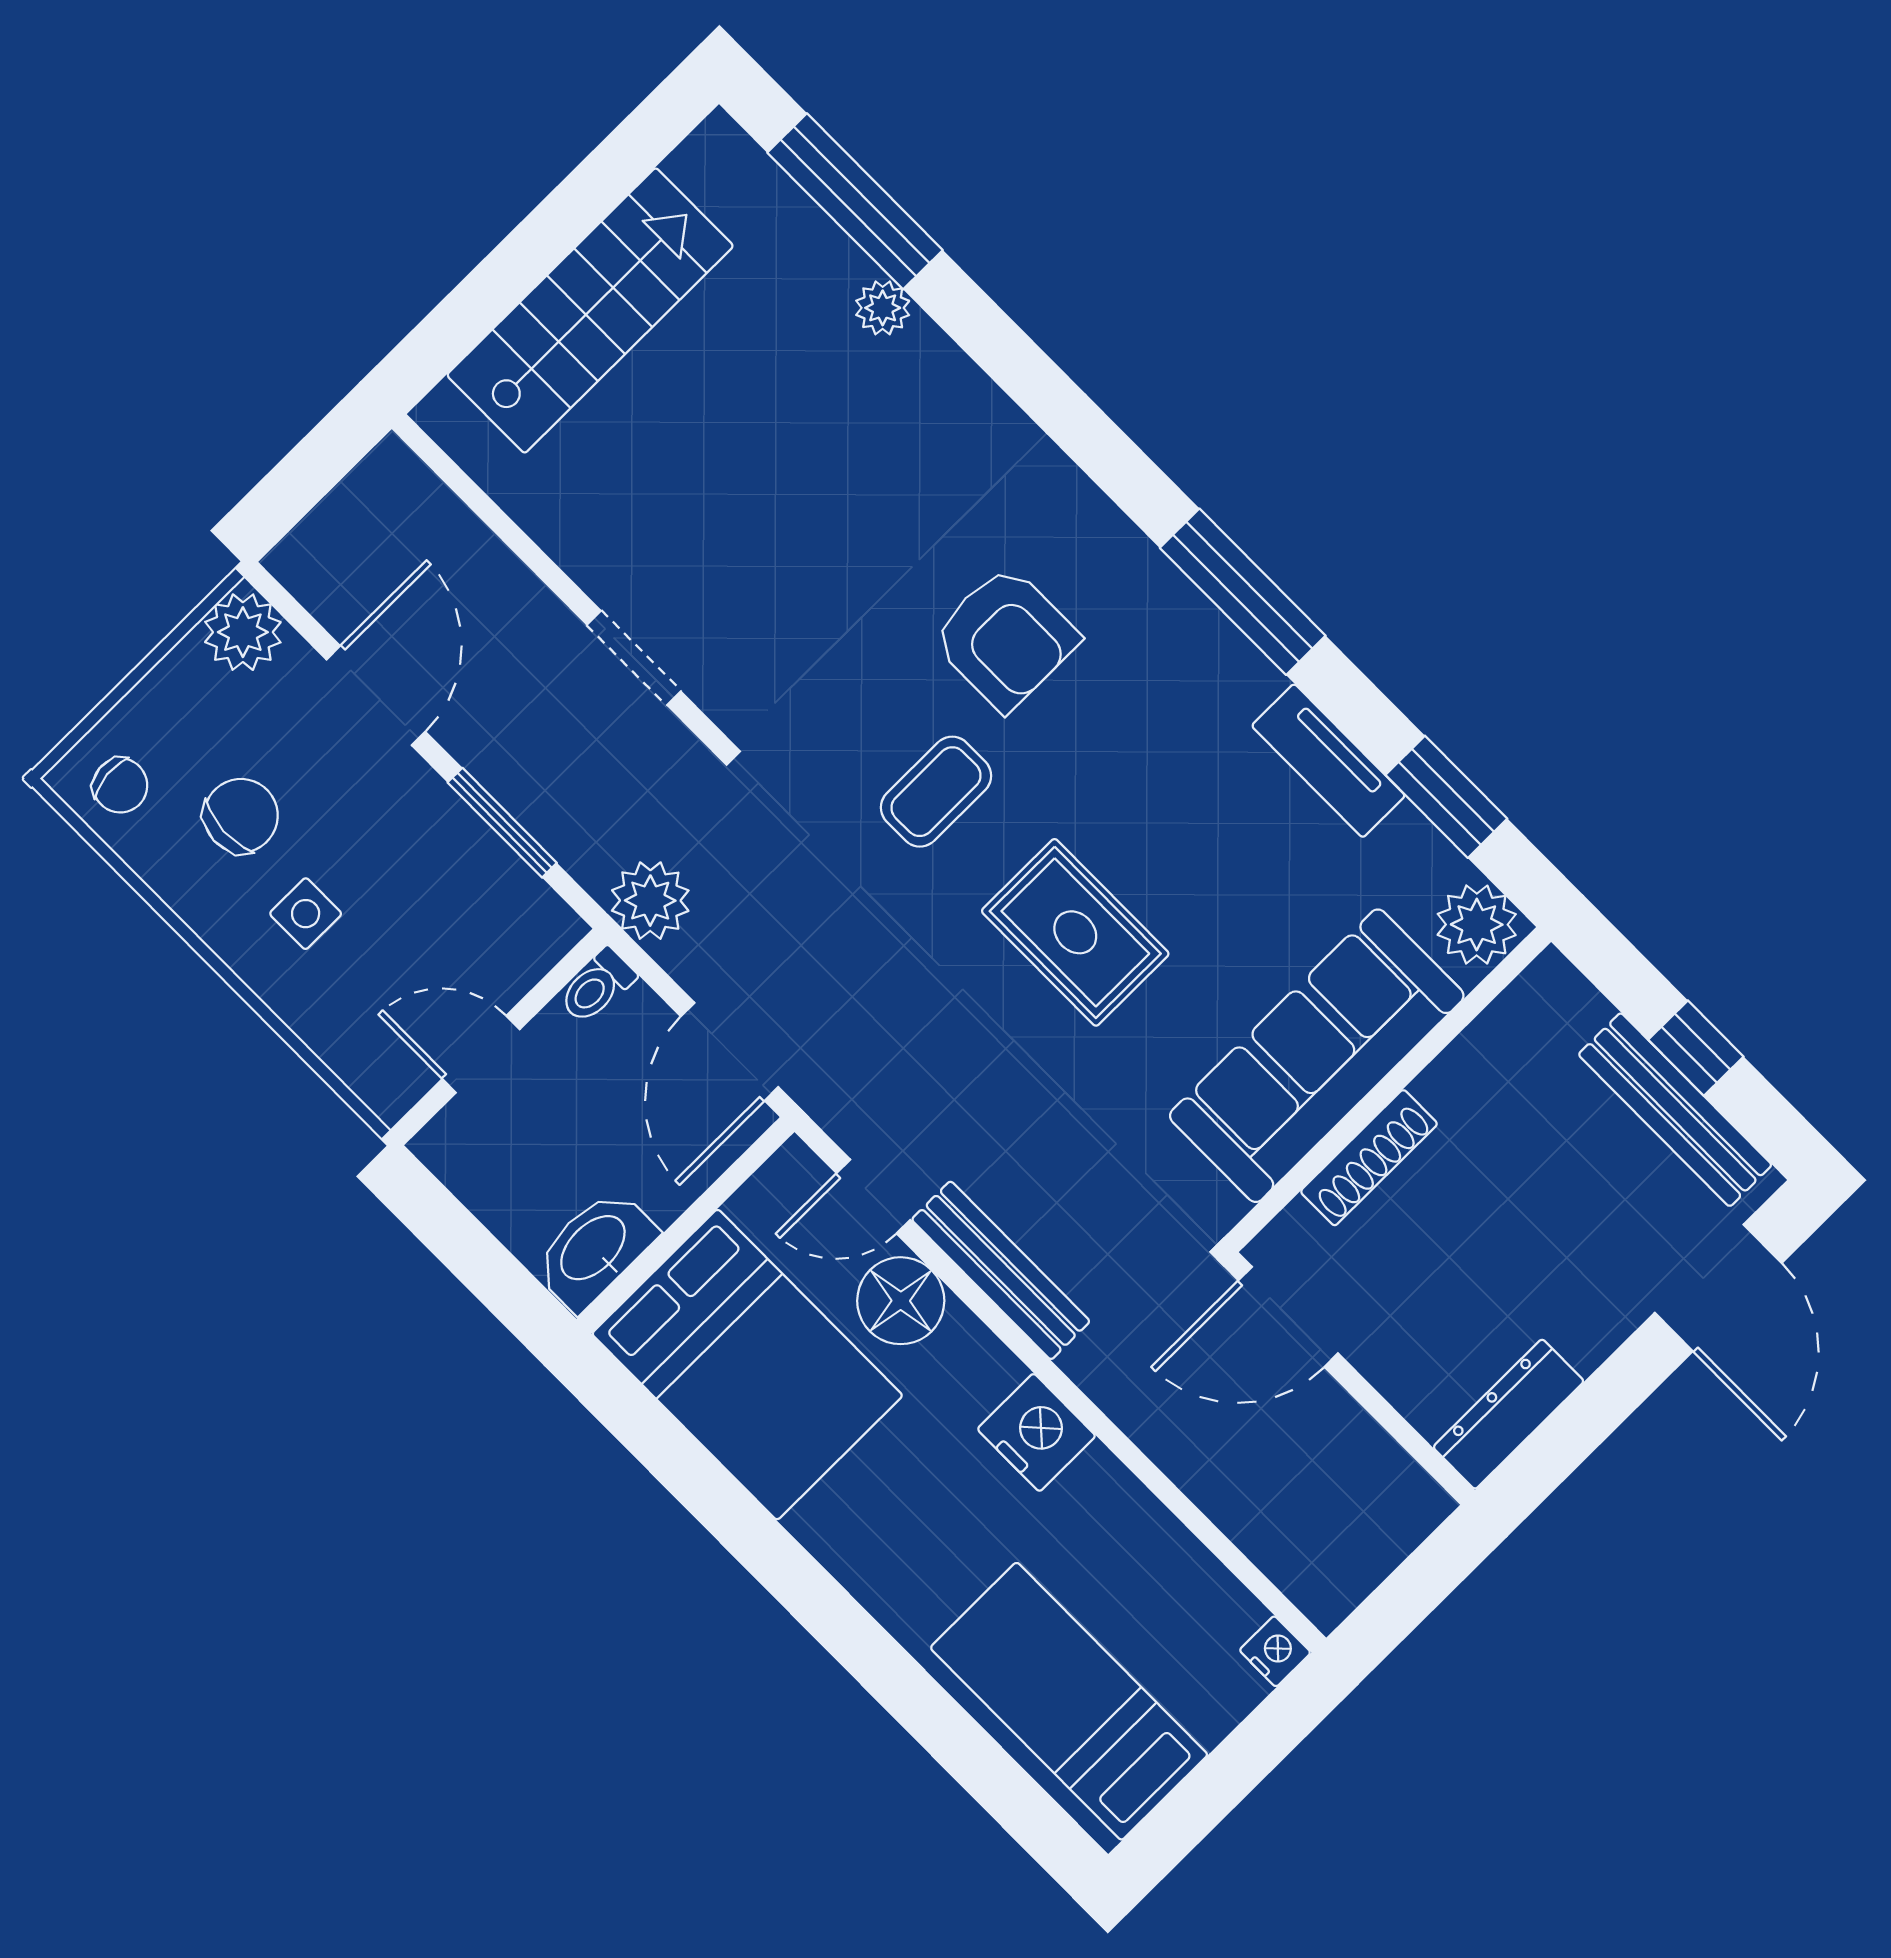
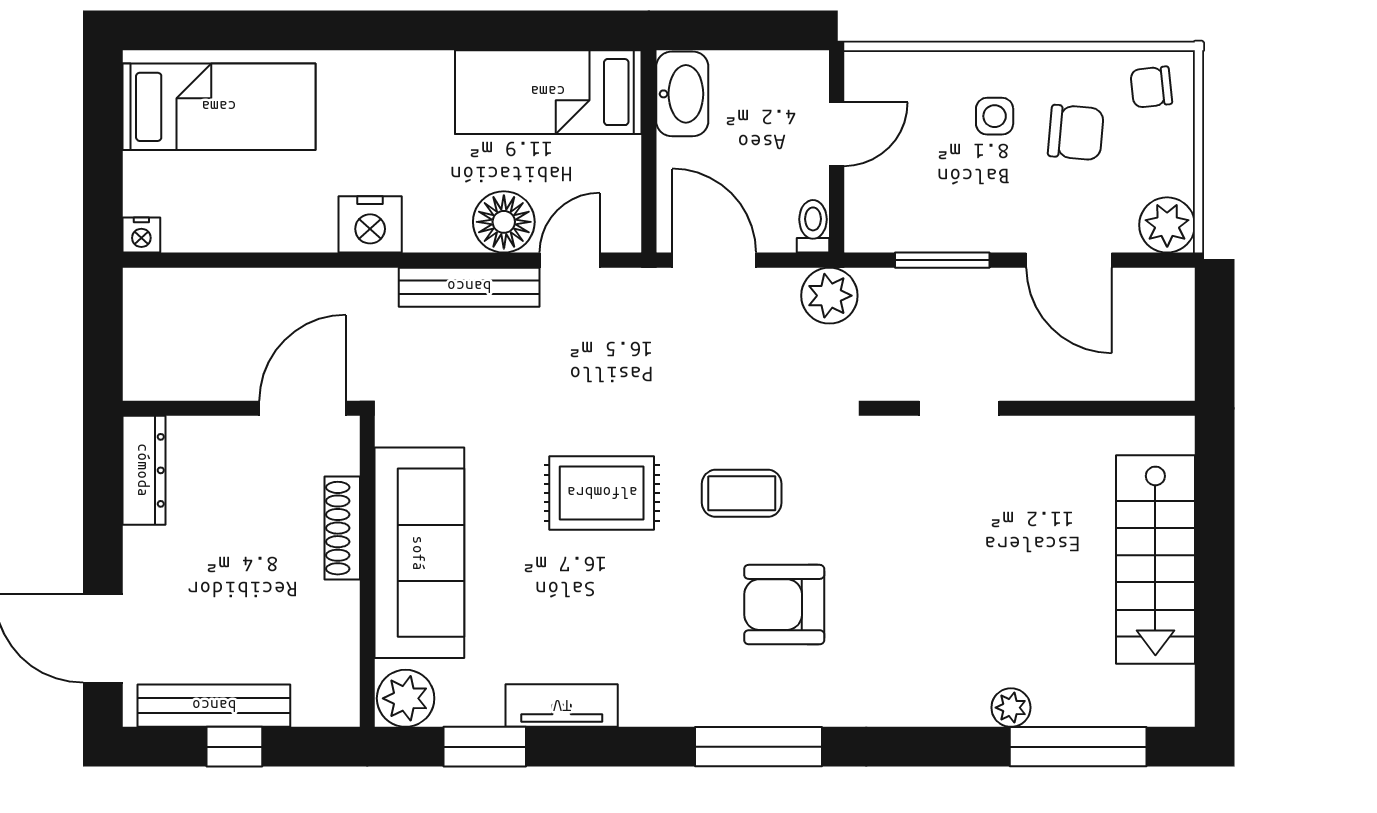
window: (1243, 592) -> (759, 747), moved
coffee table: (936, 792) -> (742, 493), turned 90
chair: (241, 816) -> (1076, 132), turned -88
bed: (747, 1365) -> (548, 92), width x0.67

